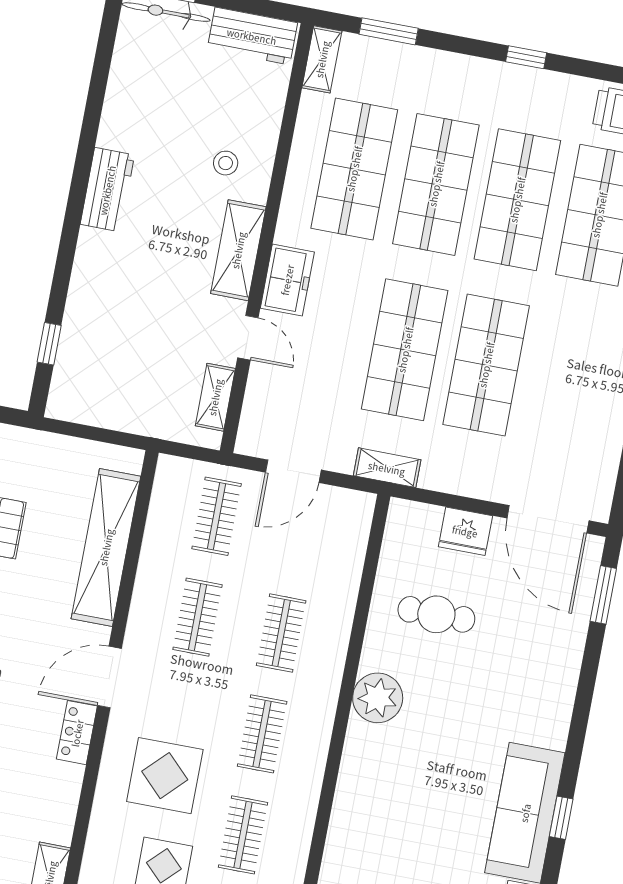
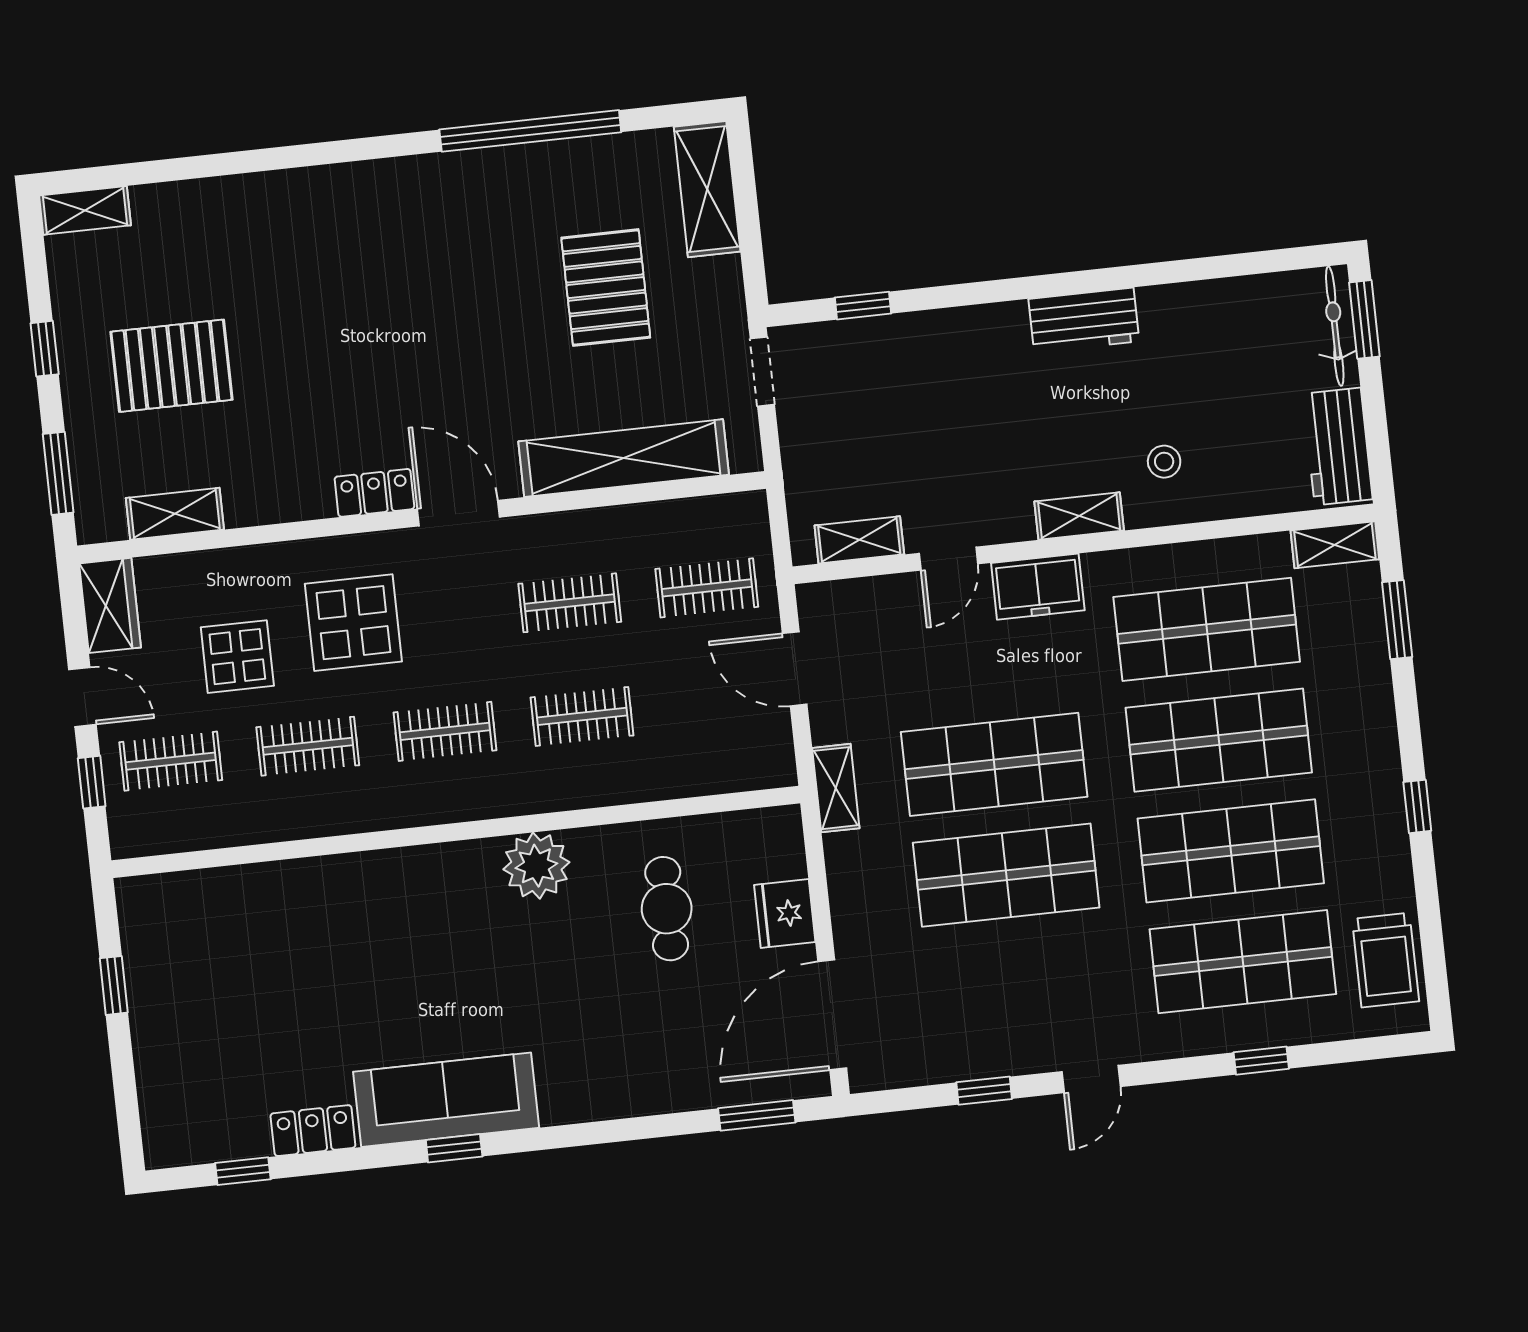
shelving: (238, 250) -> (1079, 516), width x0.67, depth x0.75
doorway: (75, 430) -> (762, 372), added

